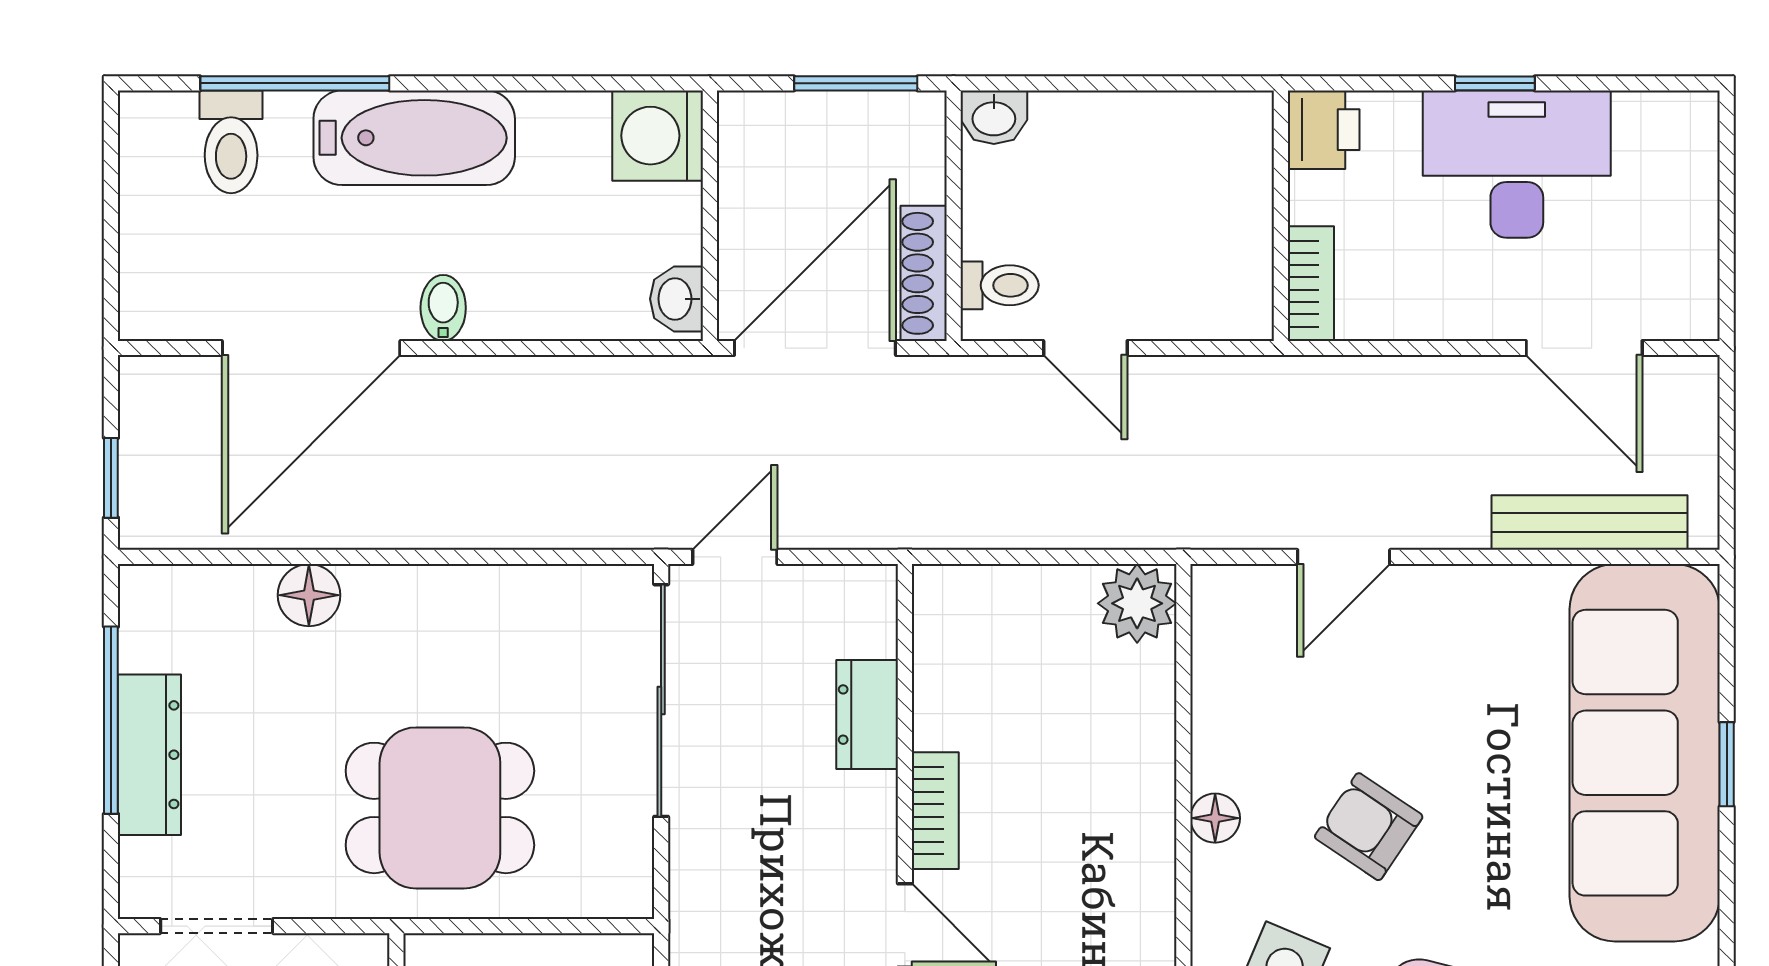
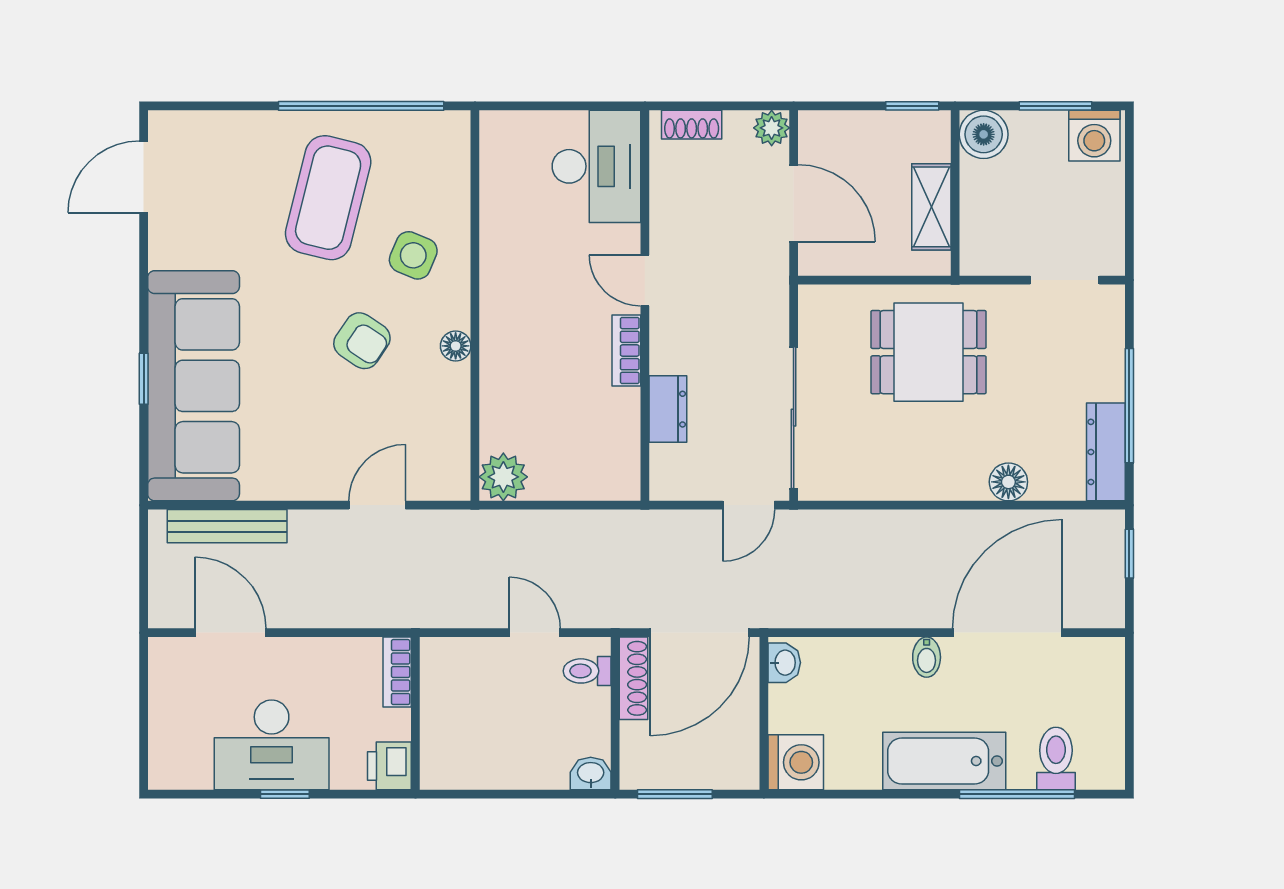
dresser: (149, 755) -> (1106, 452), moved

